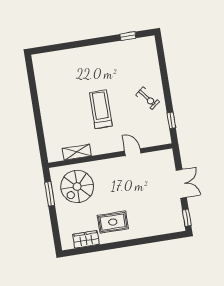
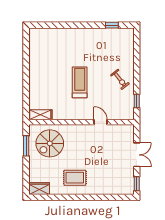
shelving: (77, 152) -> (40, 115), moved
wardrobe: (86, 239) -> (39, 189), moved

